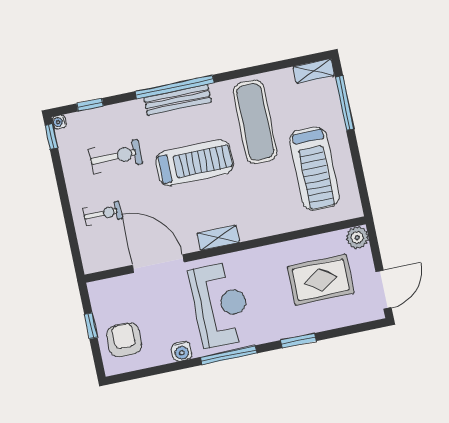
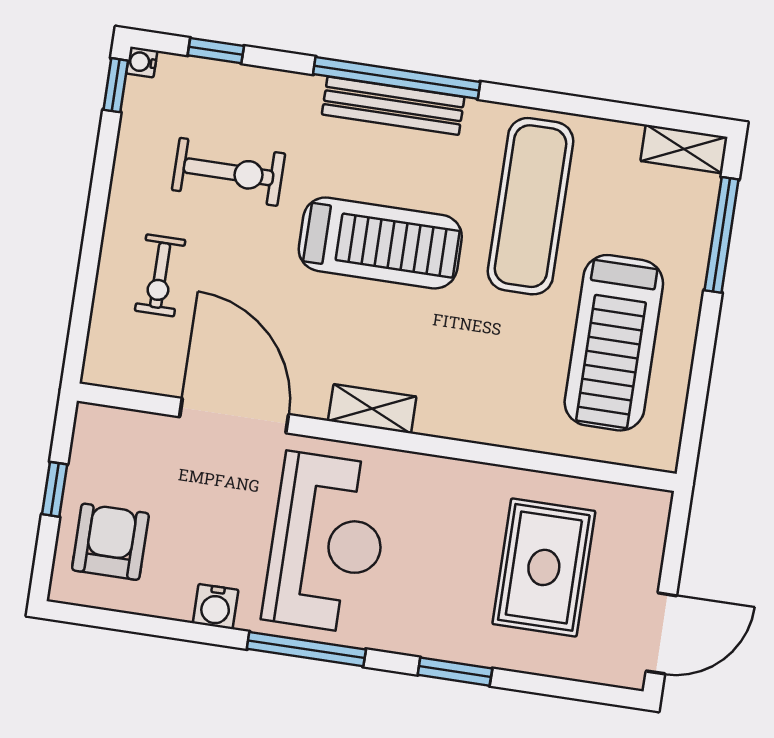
exercise bike: (102, 214) -> (160, 275), turned 90
plant: (357, 237) -> (647, 511), removed
rug: (321, 280) -> (544, 567), turned 90

